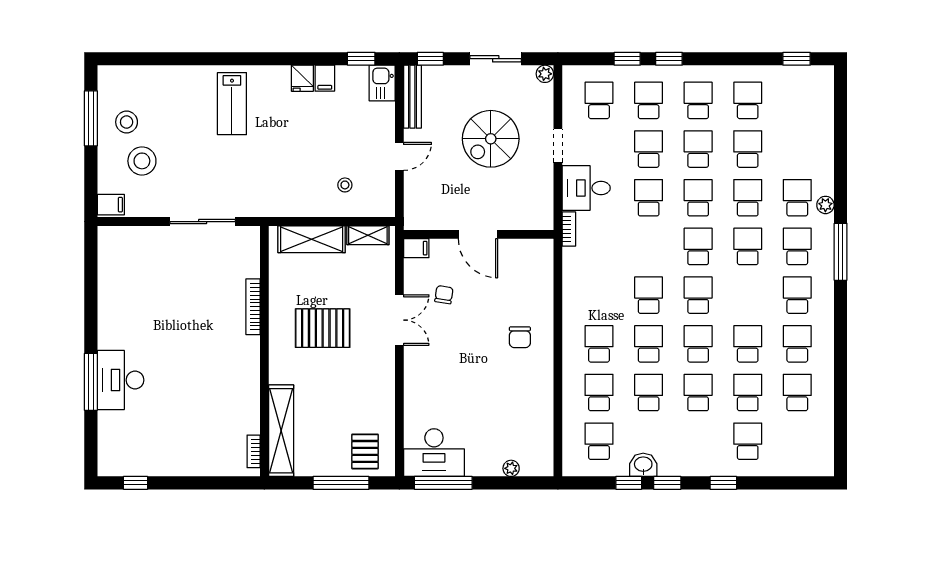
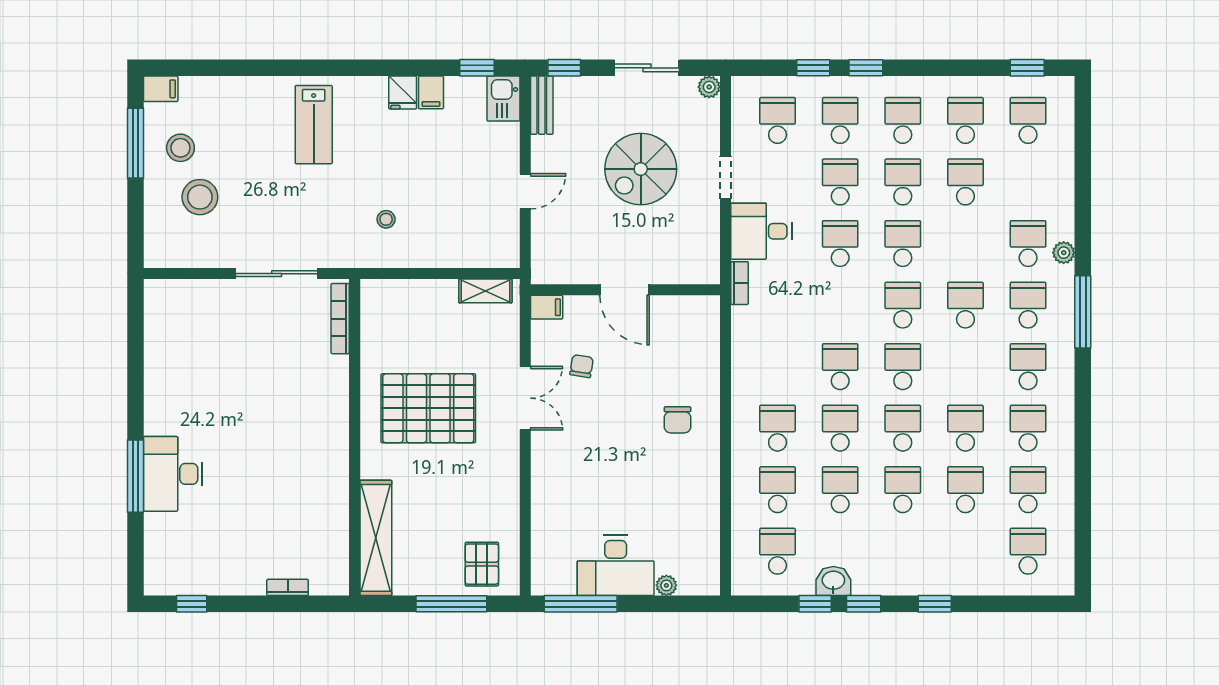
bench: (412, 97) -> (542, 105), width x0.73
stool: (345, 185) -> (386, 219), moved
school desk: (748, 198) -> (1028, 120), moved
filing cabinet: (111, 205) -> (161, 89), moved
shelving: (312, 239) -> (414, 296), removed
bookcase: (253, 307) -> (340, 319), moved
pallet: (323, 328) -> (428, 408), width x1.37, depth x1.41
school desk: (748, 441) -> (1028, 551), moved
bookcase: (254, 451) -> (288, 587), moved, turned 90
desk: (434, 453) -> (616, 566), moved

